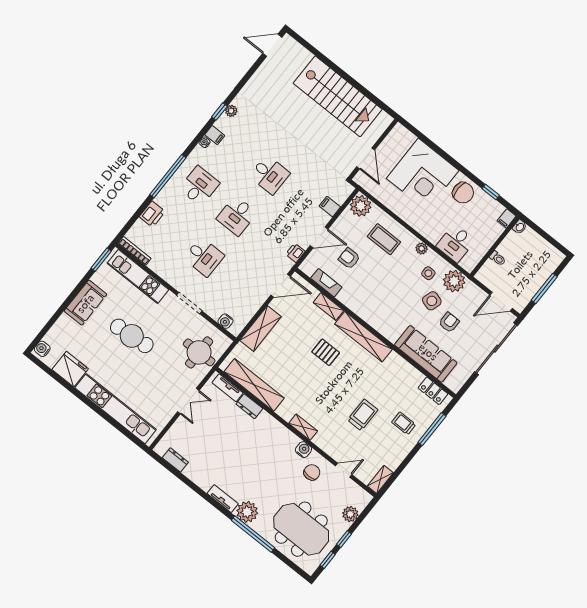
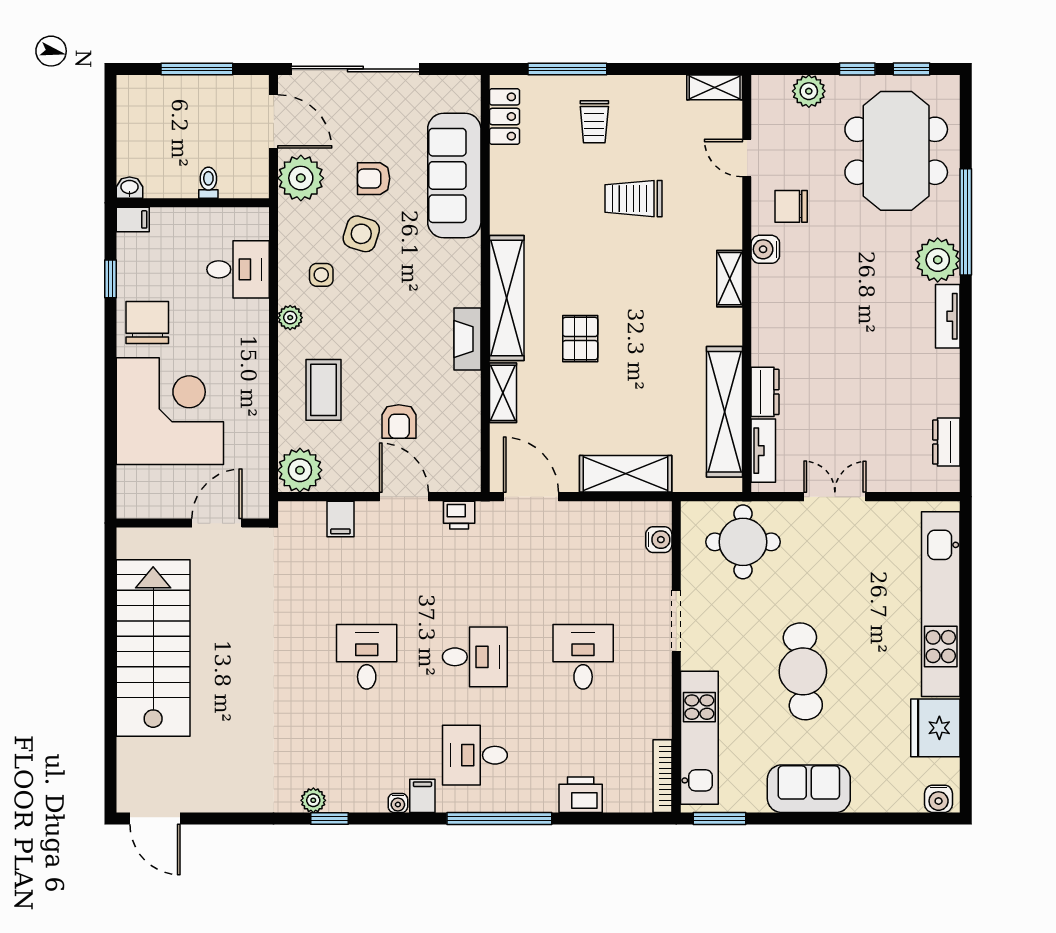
filing cabinet: (215, 135) -> (422, 796), moved
plant: (454, 281) -> (301, 178), moved
fireplace: (326, 283) -> (467, 339), moved

